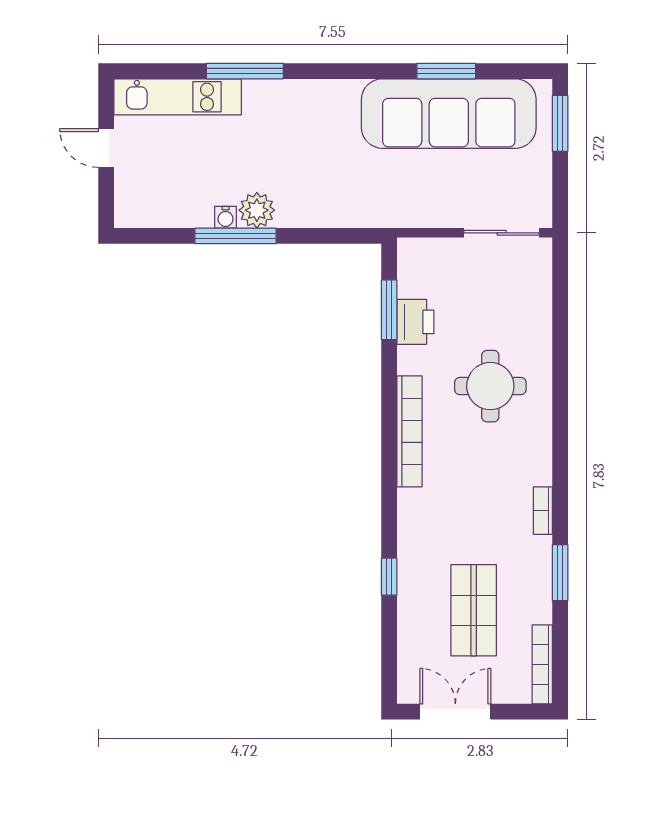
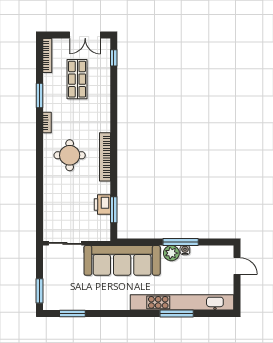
window: (446, 71) -> (72, 314), moved
kitchen unit: (178, 97) -> (182, 302), width x1.86
sofa: (449, 114) -> (122, 260), moved, turned 180
door: (106, 148) -> (237, 266), moved
round table: (490, 386) -> (70, 155), moved
window: (389, 577) -> (114, 58), moved

